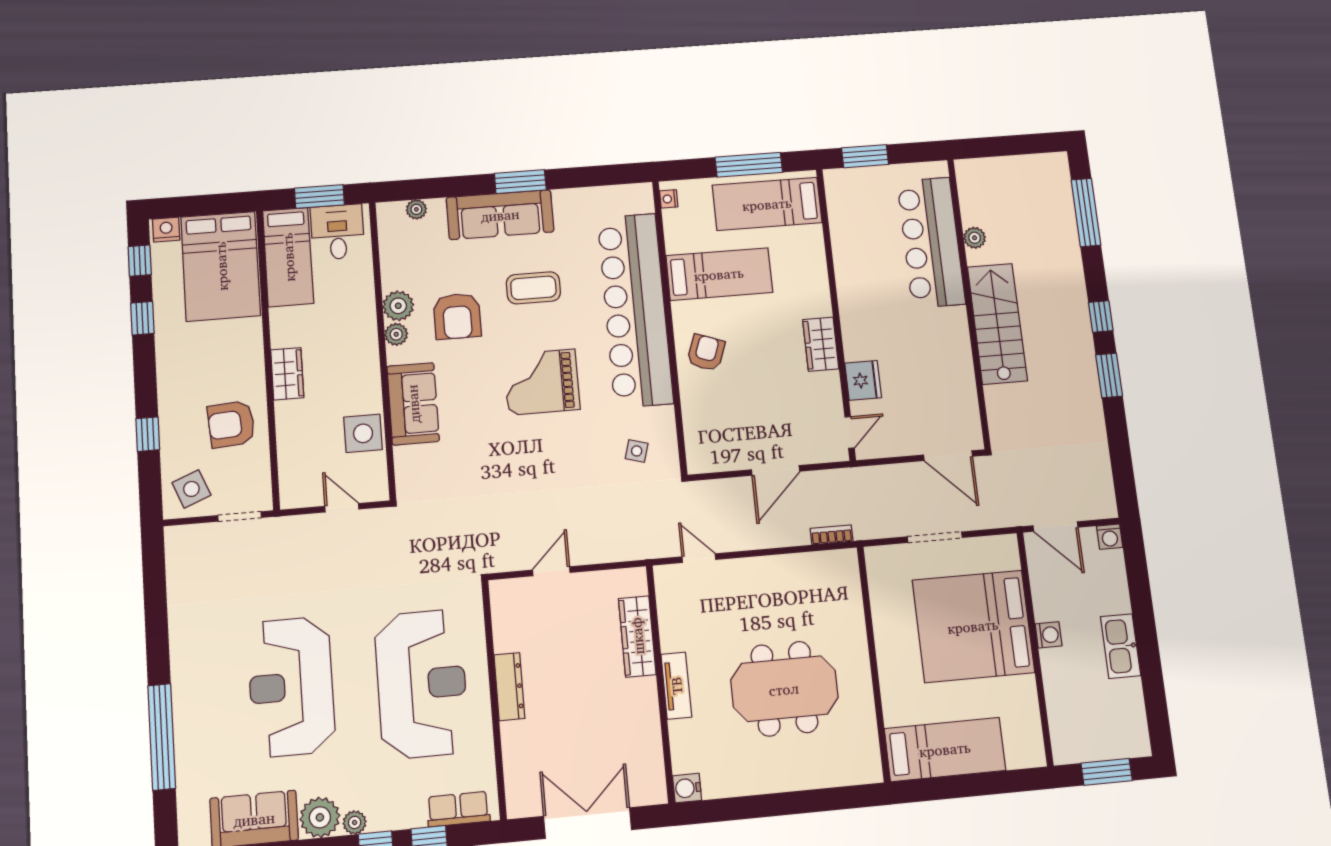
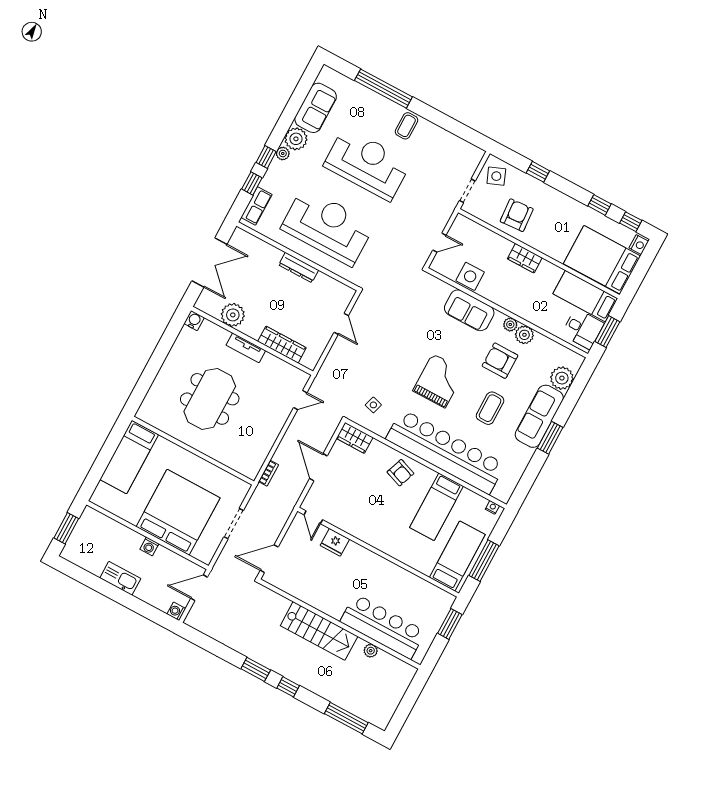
plant: (416, 209) -> (562, 378), width x1.87, depth x1.87
wardrobe: (821, 344) -> (355, 438), moved, turned 180
coffee table: (197, 666) -> (406, 126), added
reception desk: (422, 684) -> (328, 227), turned 180
plant: (641, 737) -> (233, 315), added

